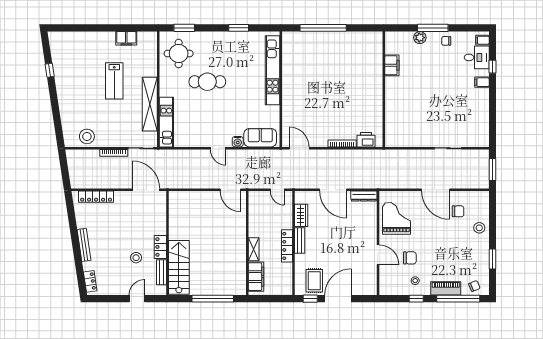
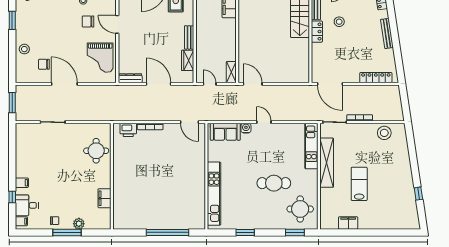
round table: (401, 117) -> (96, 151), added
locker: (287, 246) -> (201, 32), removed
shelving: (254, 249) -> (231, 72), moved

